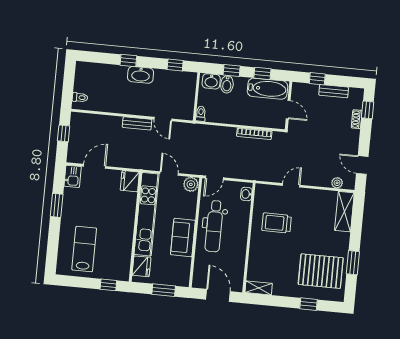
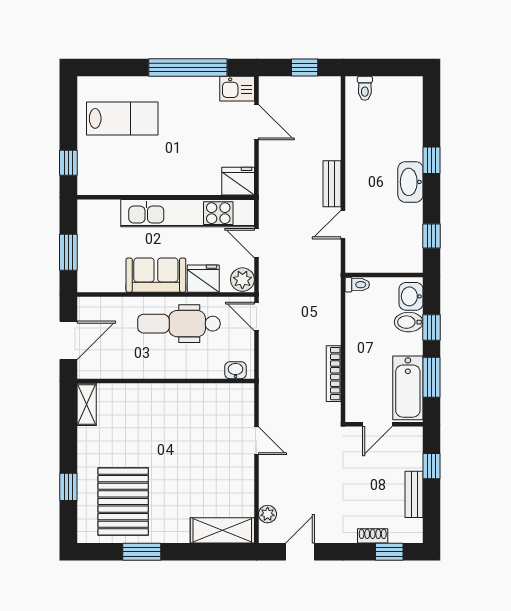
window: (262, 73) -> (432, 377), width x1.50
door: (169, 174) -> (256, 243), swing flipped
window: (57, 205) -> (188, 67), width x2.11
trolley: (277, 223) -> (194, 423), removed
fridge: (141, 266) -> (203, 279), moved, turned 180

